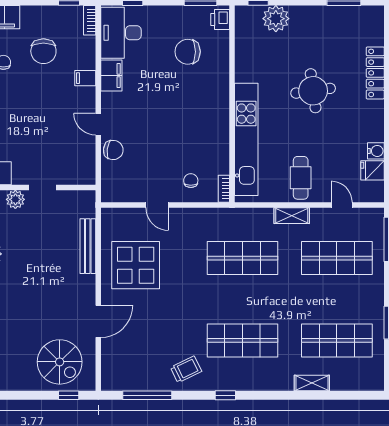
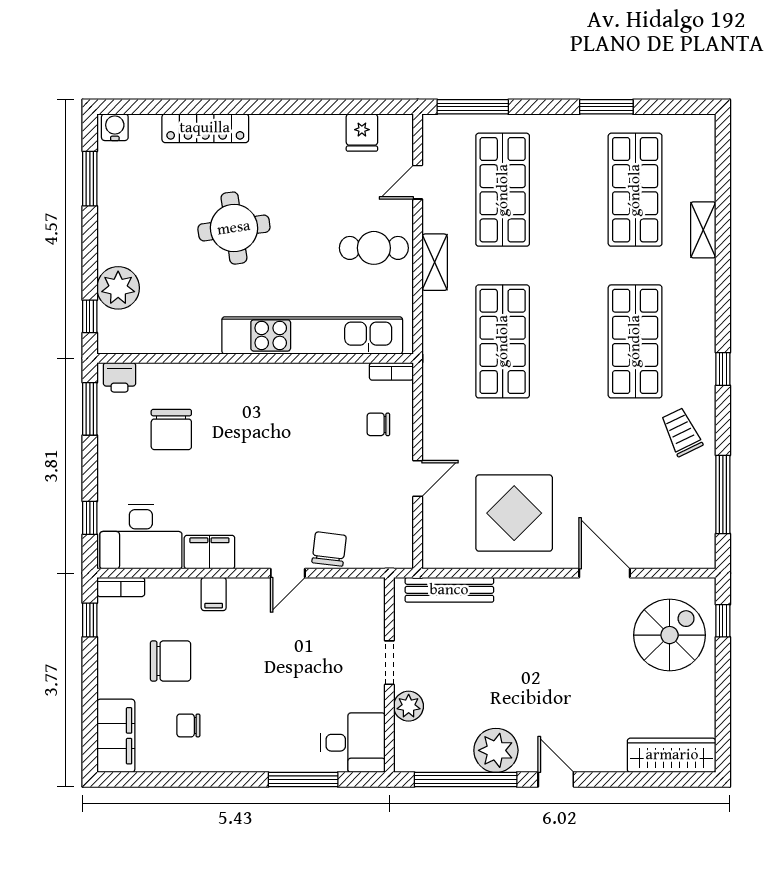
water cooler: (376, 151) -> (115, 127), moved
bench: (88, 246) -> (449, 590), moved

